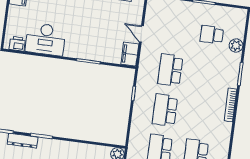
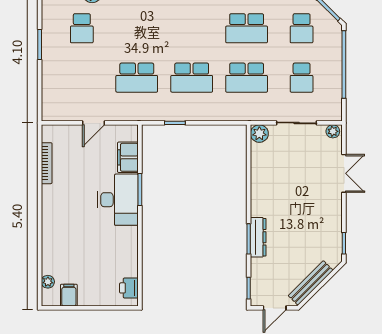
desk: (46, 39) -> (118, 200), moved
filing cabinet: (130, 54) -> (128, 157), moved, turned 90
dresser: (23, 141) -> (258, 237), moved

